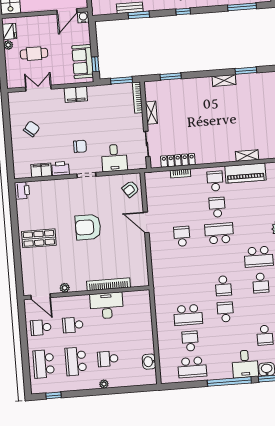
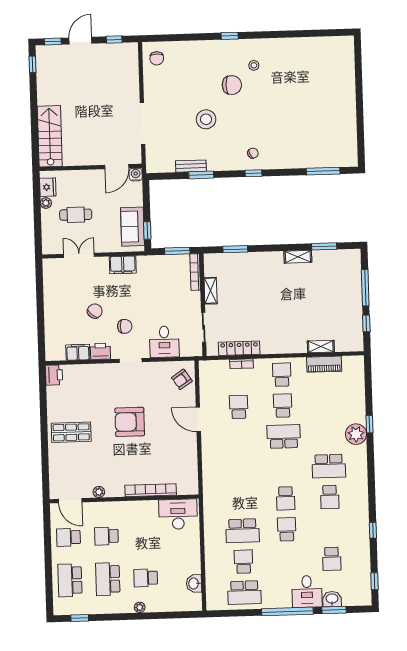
chair: (32, 129) -> (95, 311), moved
piano: (245, 173) -> (324, 364), width x0.73, depth x0.75
school desk: (182, 236) -> (239, 407), moved
desk: (107, 306) -> (178, 514), moved

